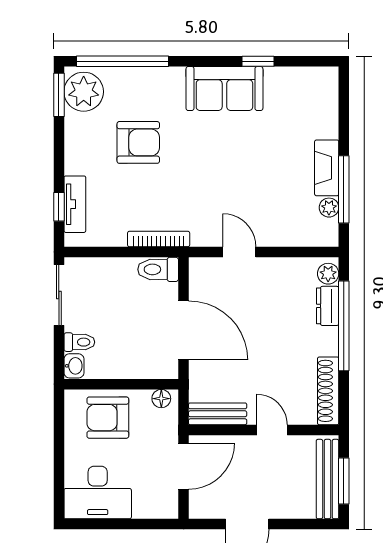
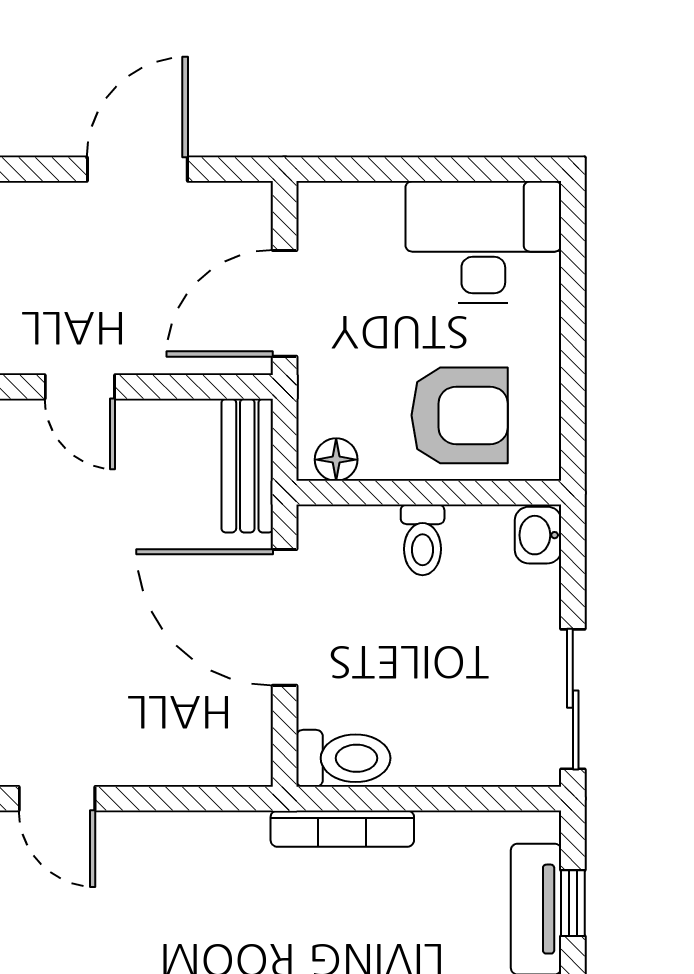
door: (239, 252) -> (57, 799), moved
toilet: (79, 342) -> (423, 540), moved, turned -90
bench: (218, 414) -> (247, 466), moved, turned 90

